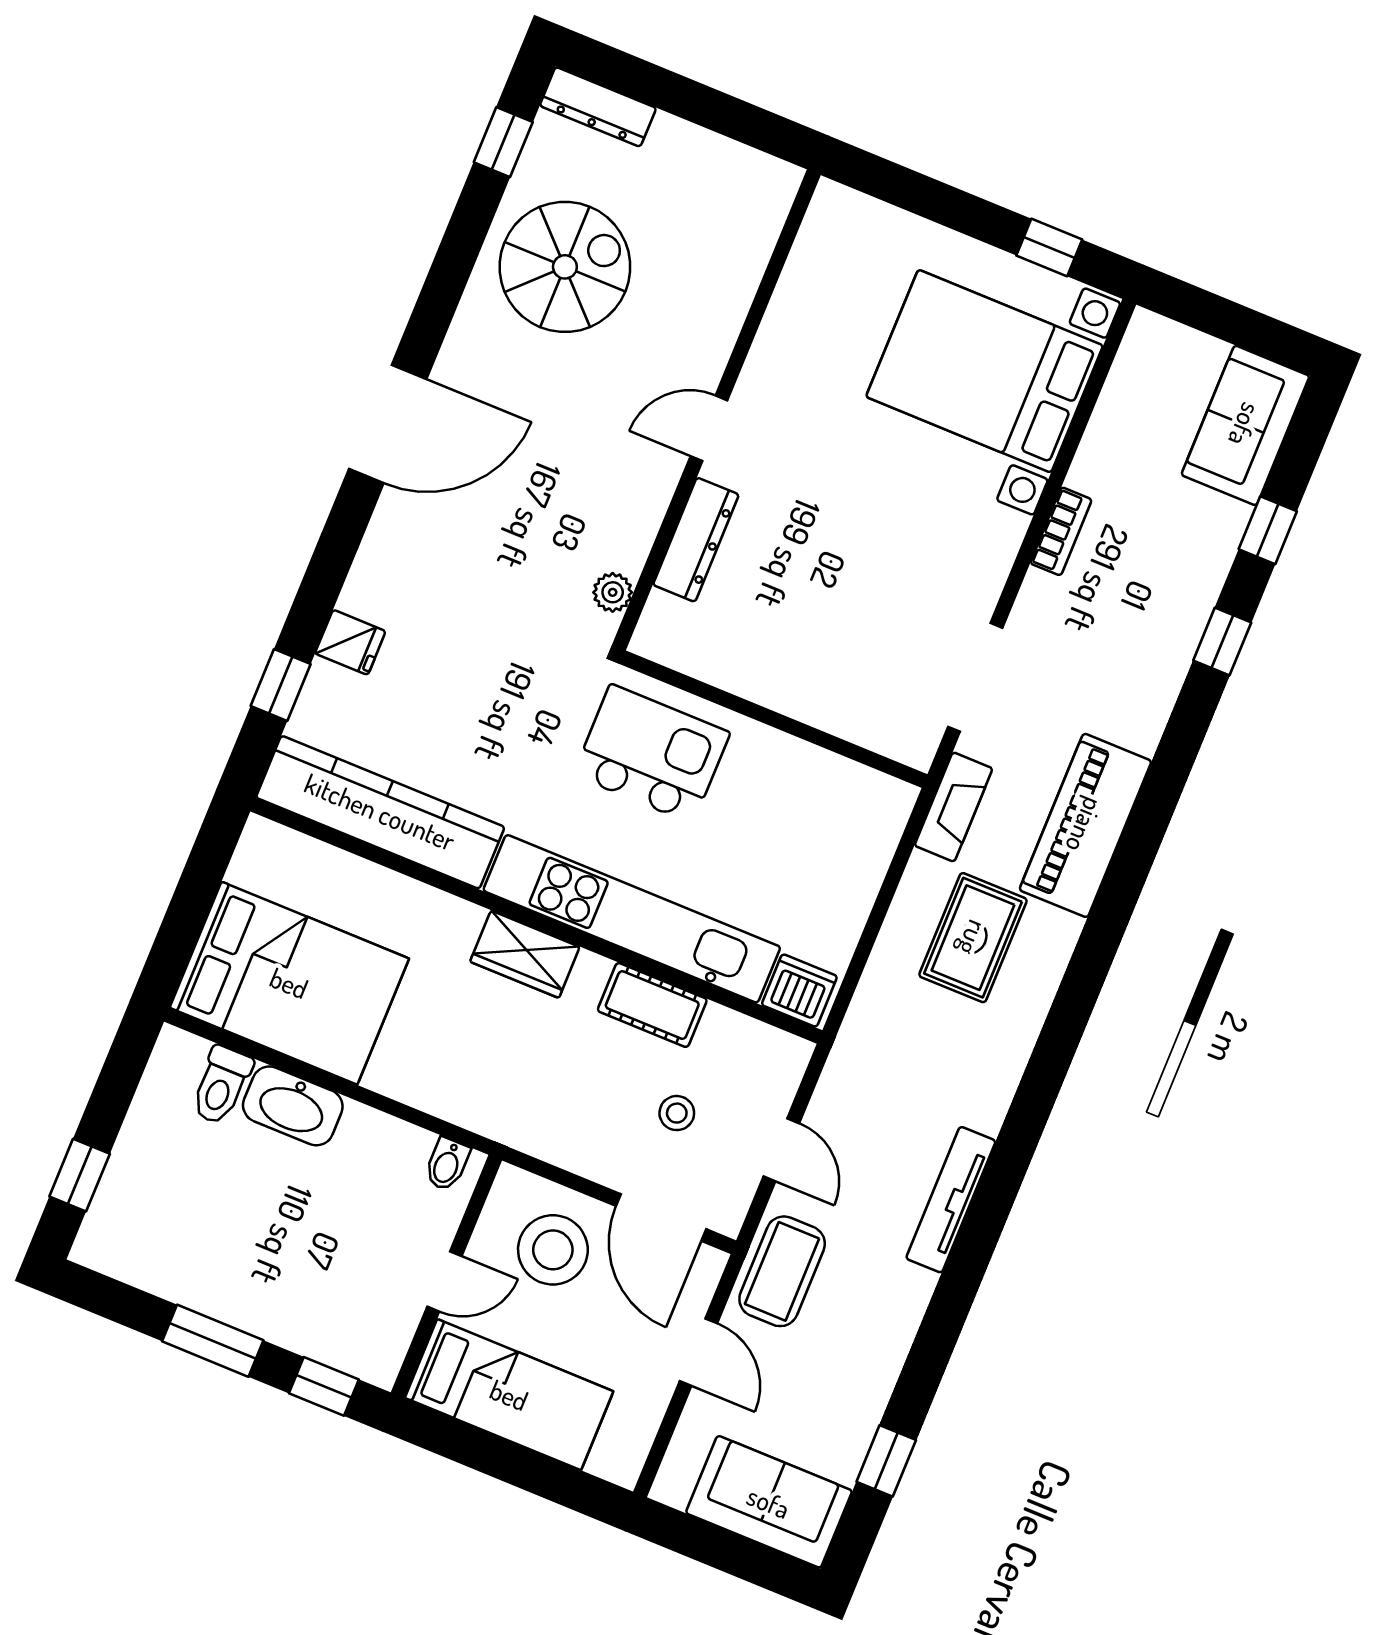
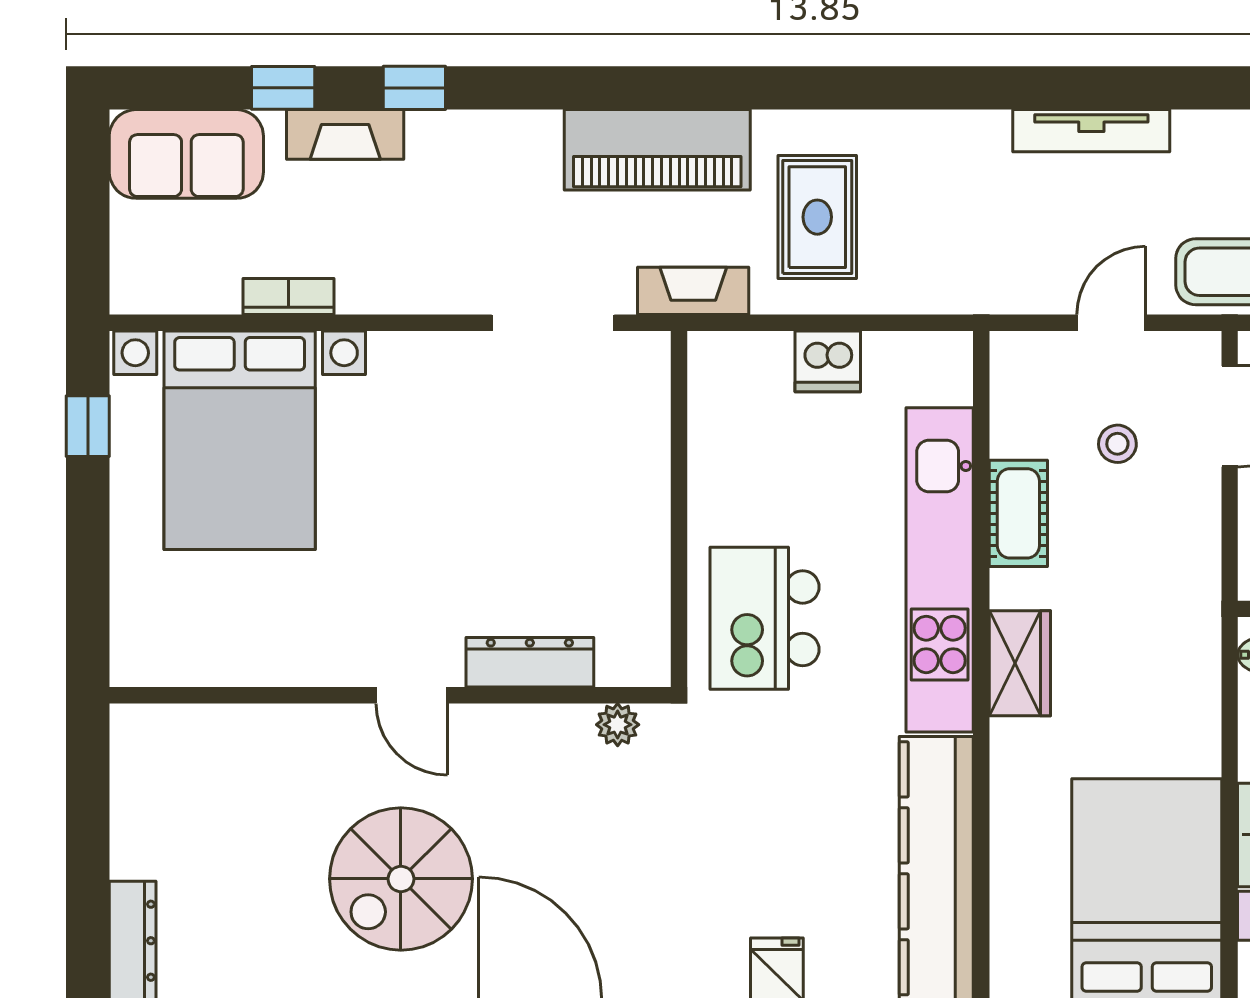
spiral stairs: (565, 267) -> (401, 879), moved, turned -90
bookcase: (1061, 531) -> (289, 297), moved
fireplace: (1207, 567) -> (345, 134), added
rug: (973, 938) -> (817, 217), turned 90
dishwasher: (799, 991) -> (828, 361), moved, turned -90

